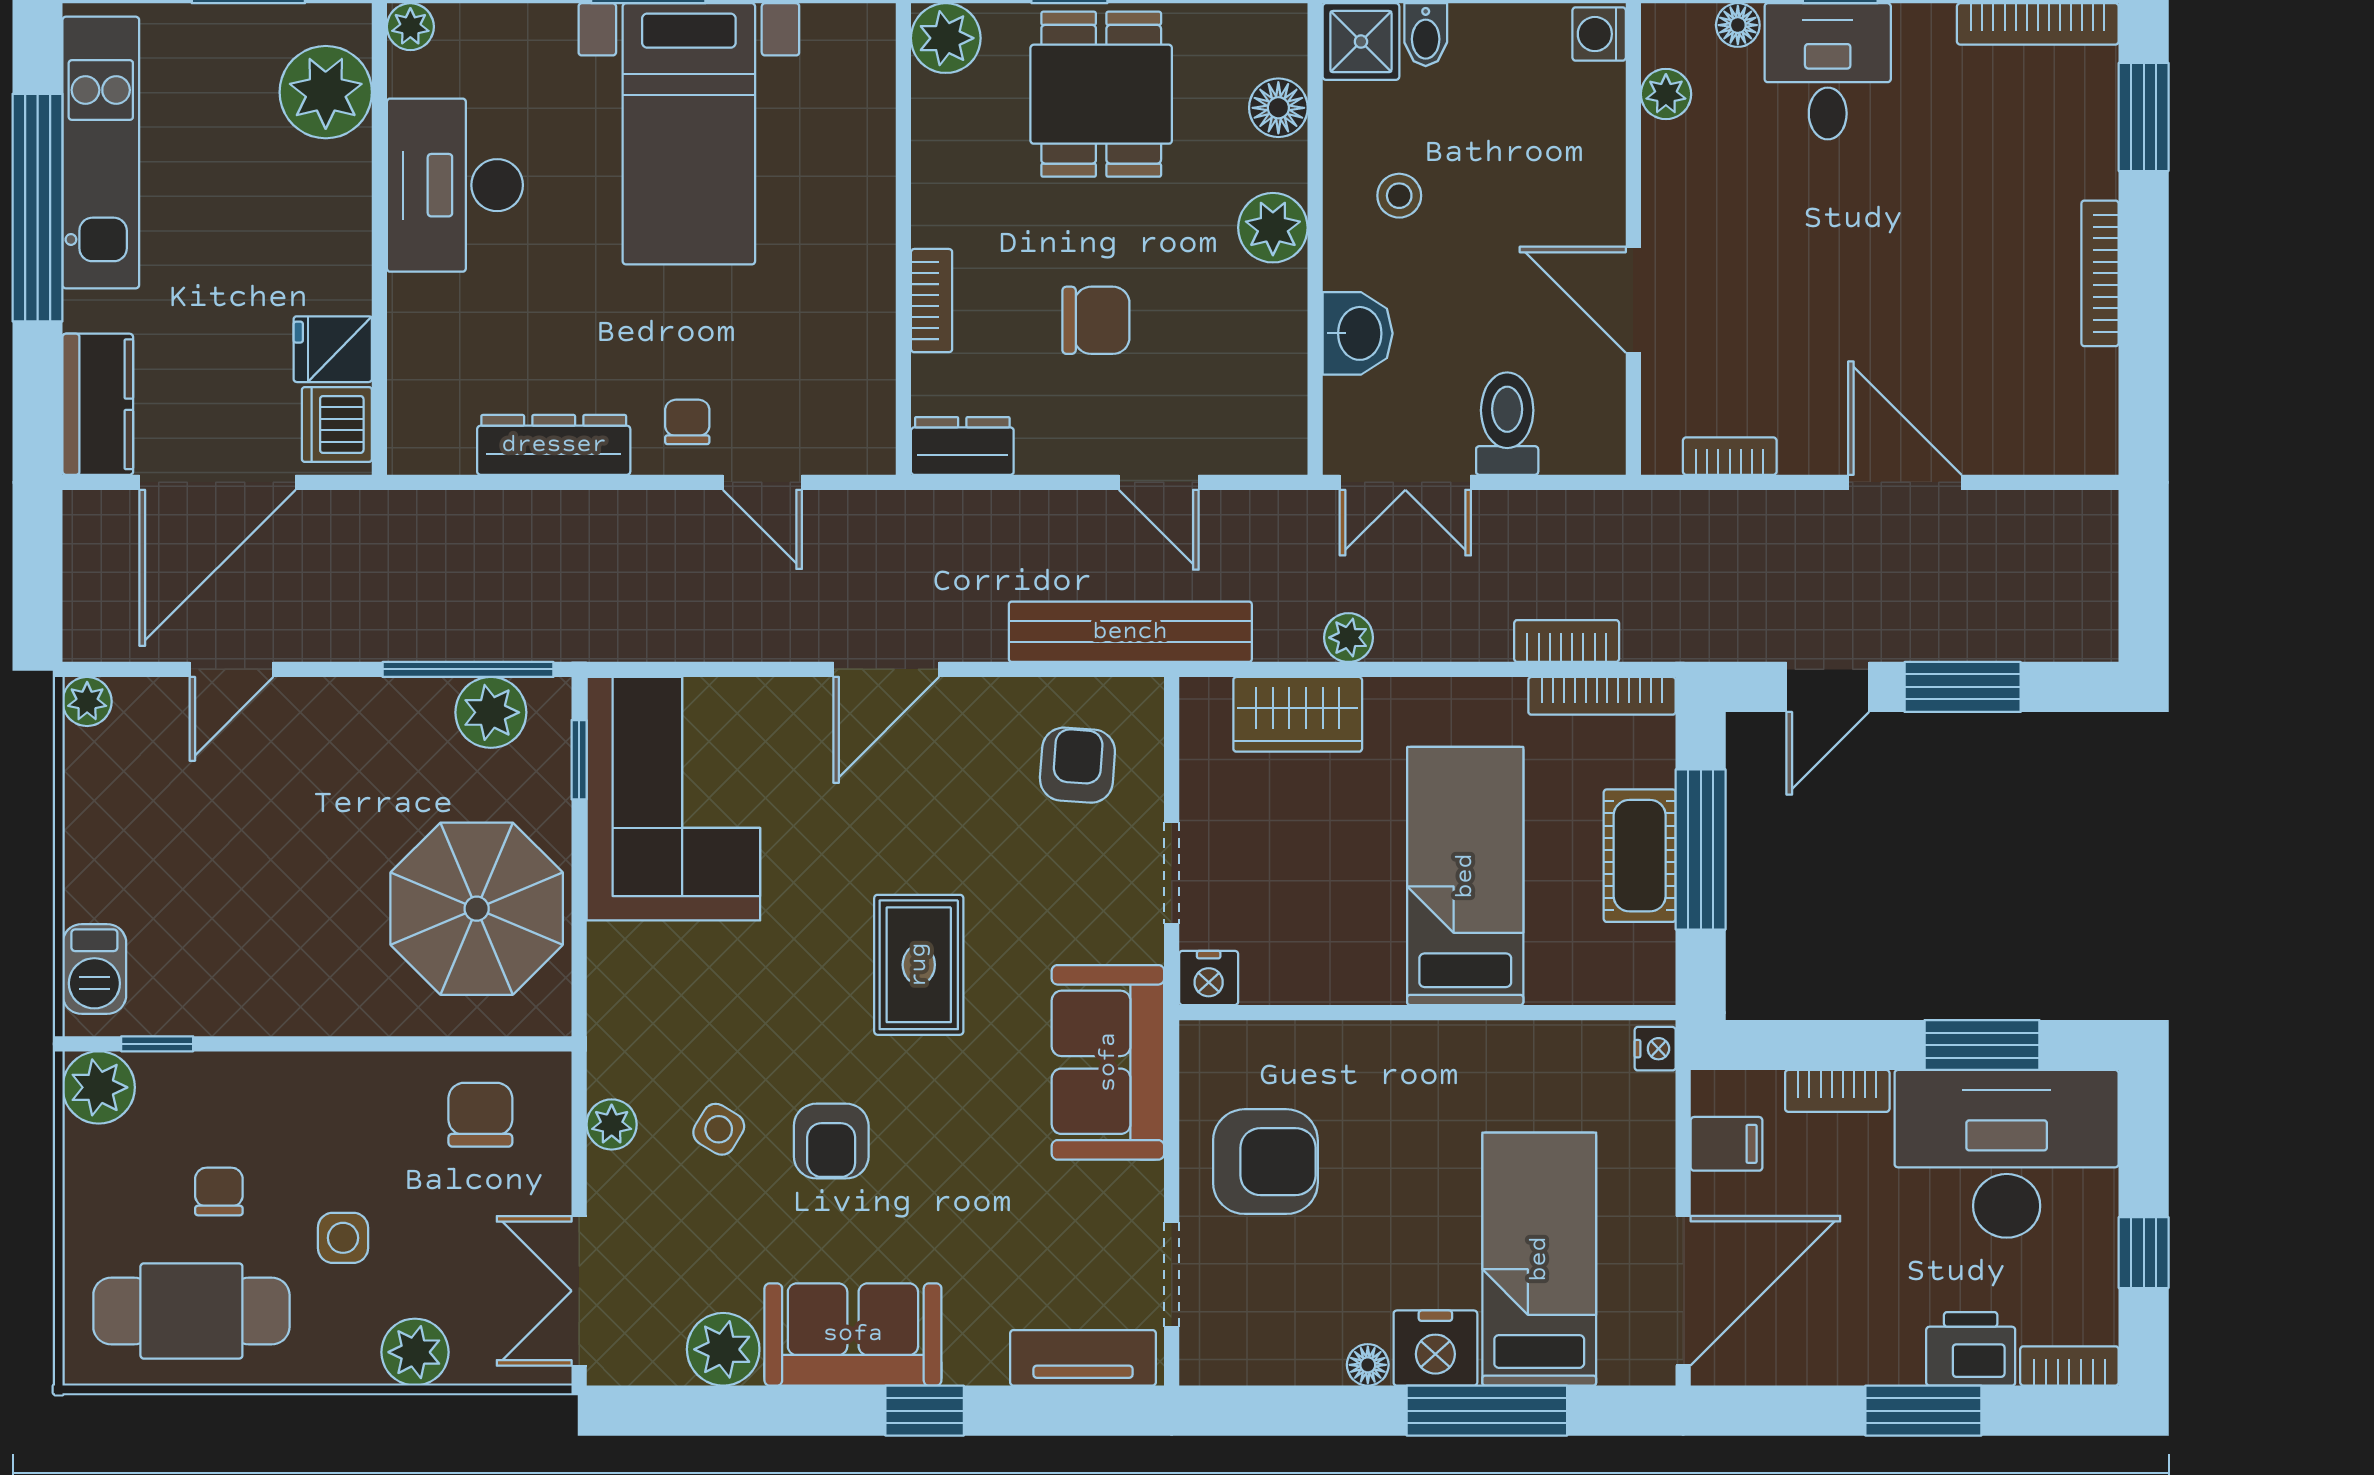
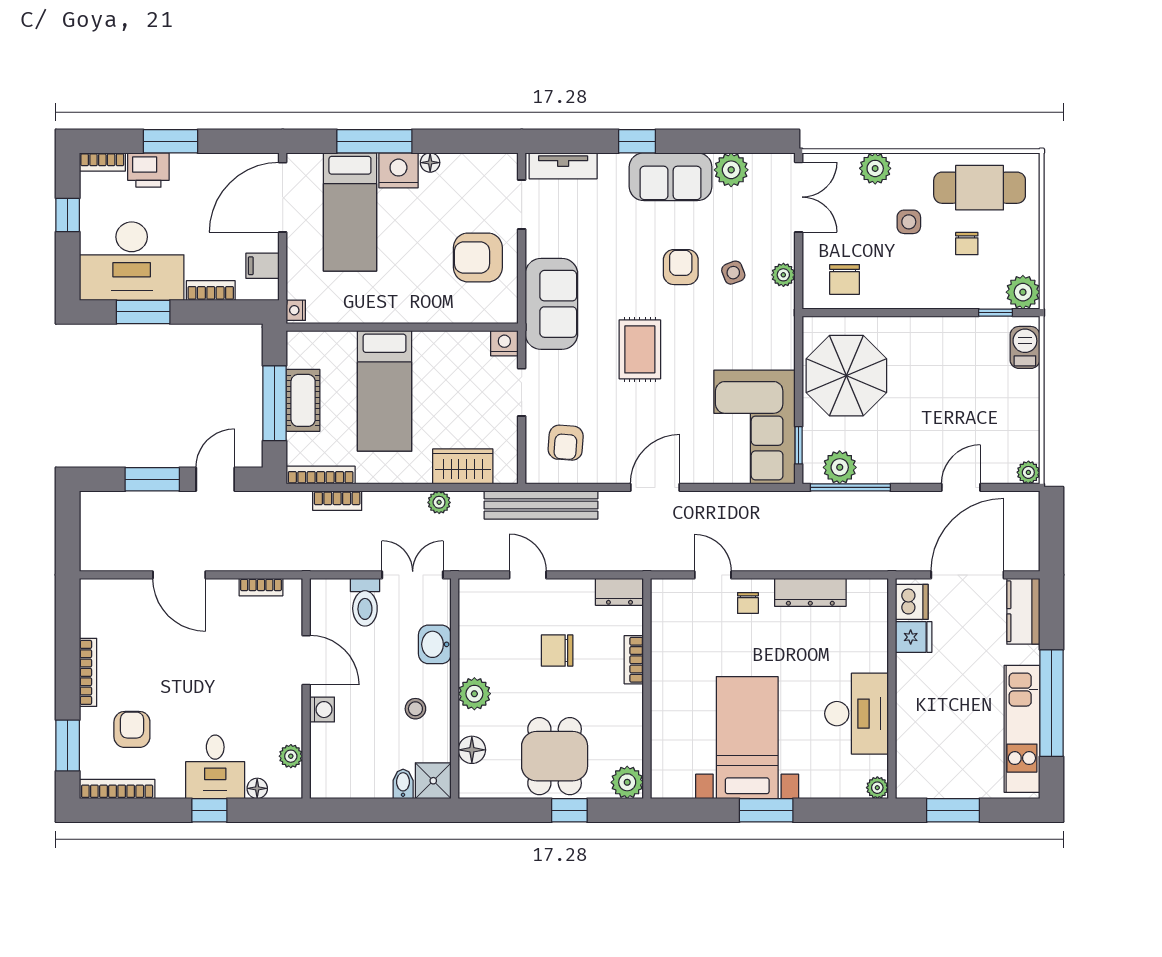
washing machine: (1599, 34) -> (322, 710), moved
plant: (326, 92) -> (917, 757), removed
armchair: (2006, 151) -> (132, 729), added
side table: (719, 1129) -> (733, 273), turned 38

